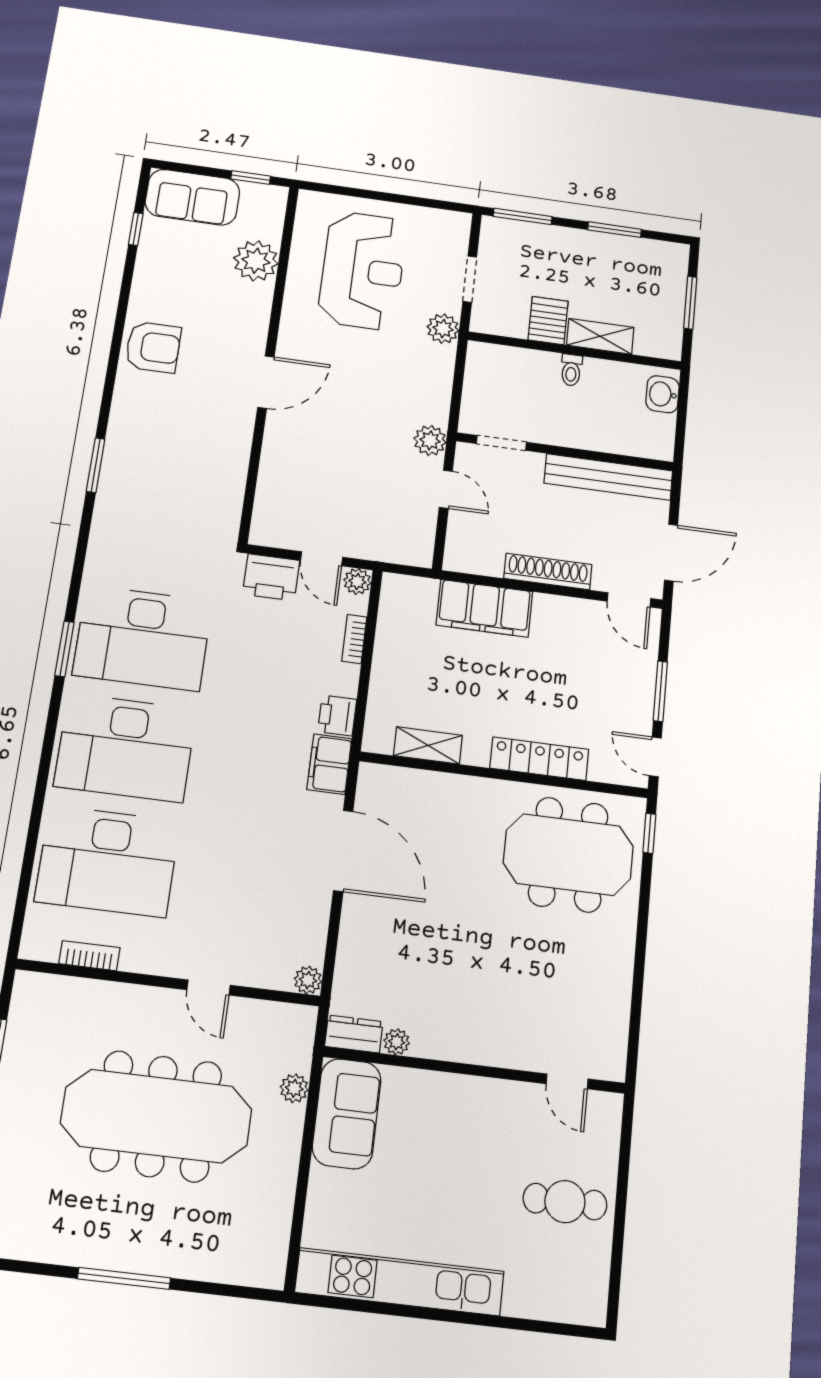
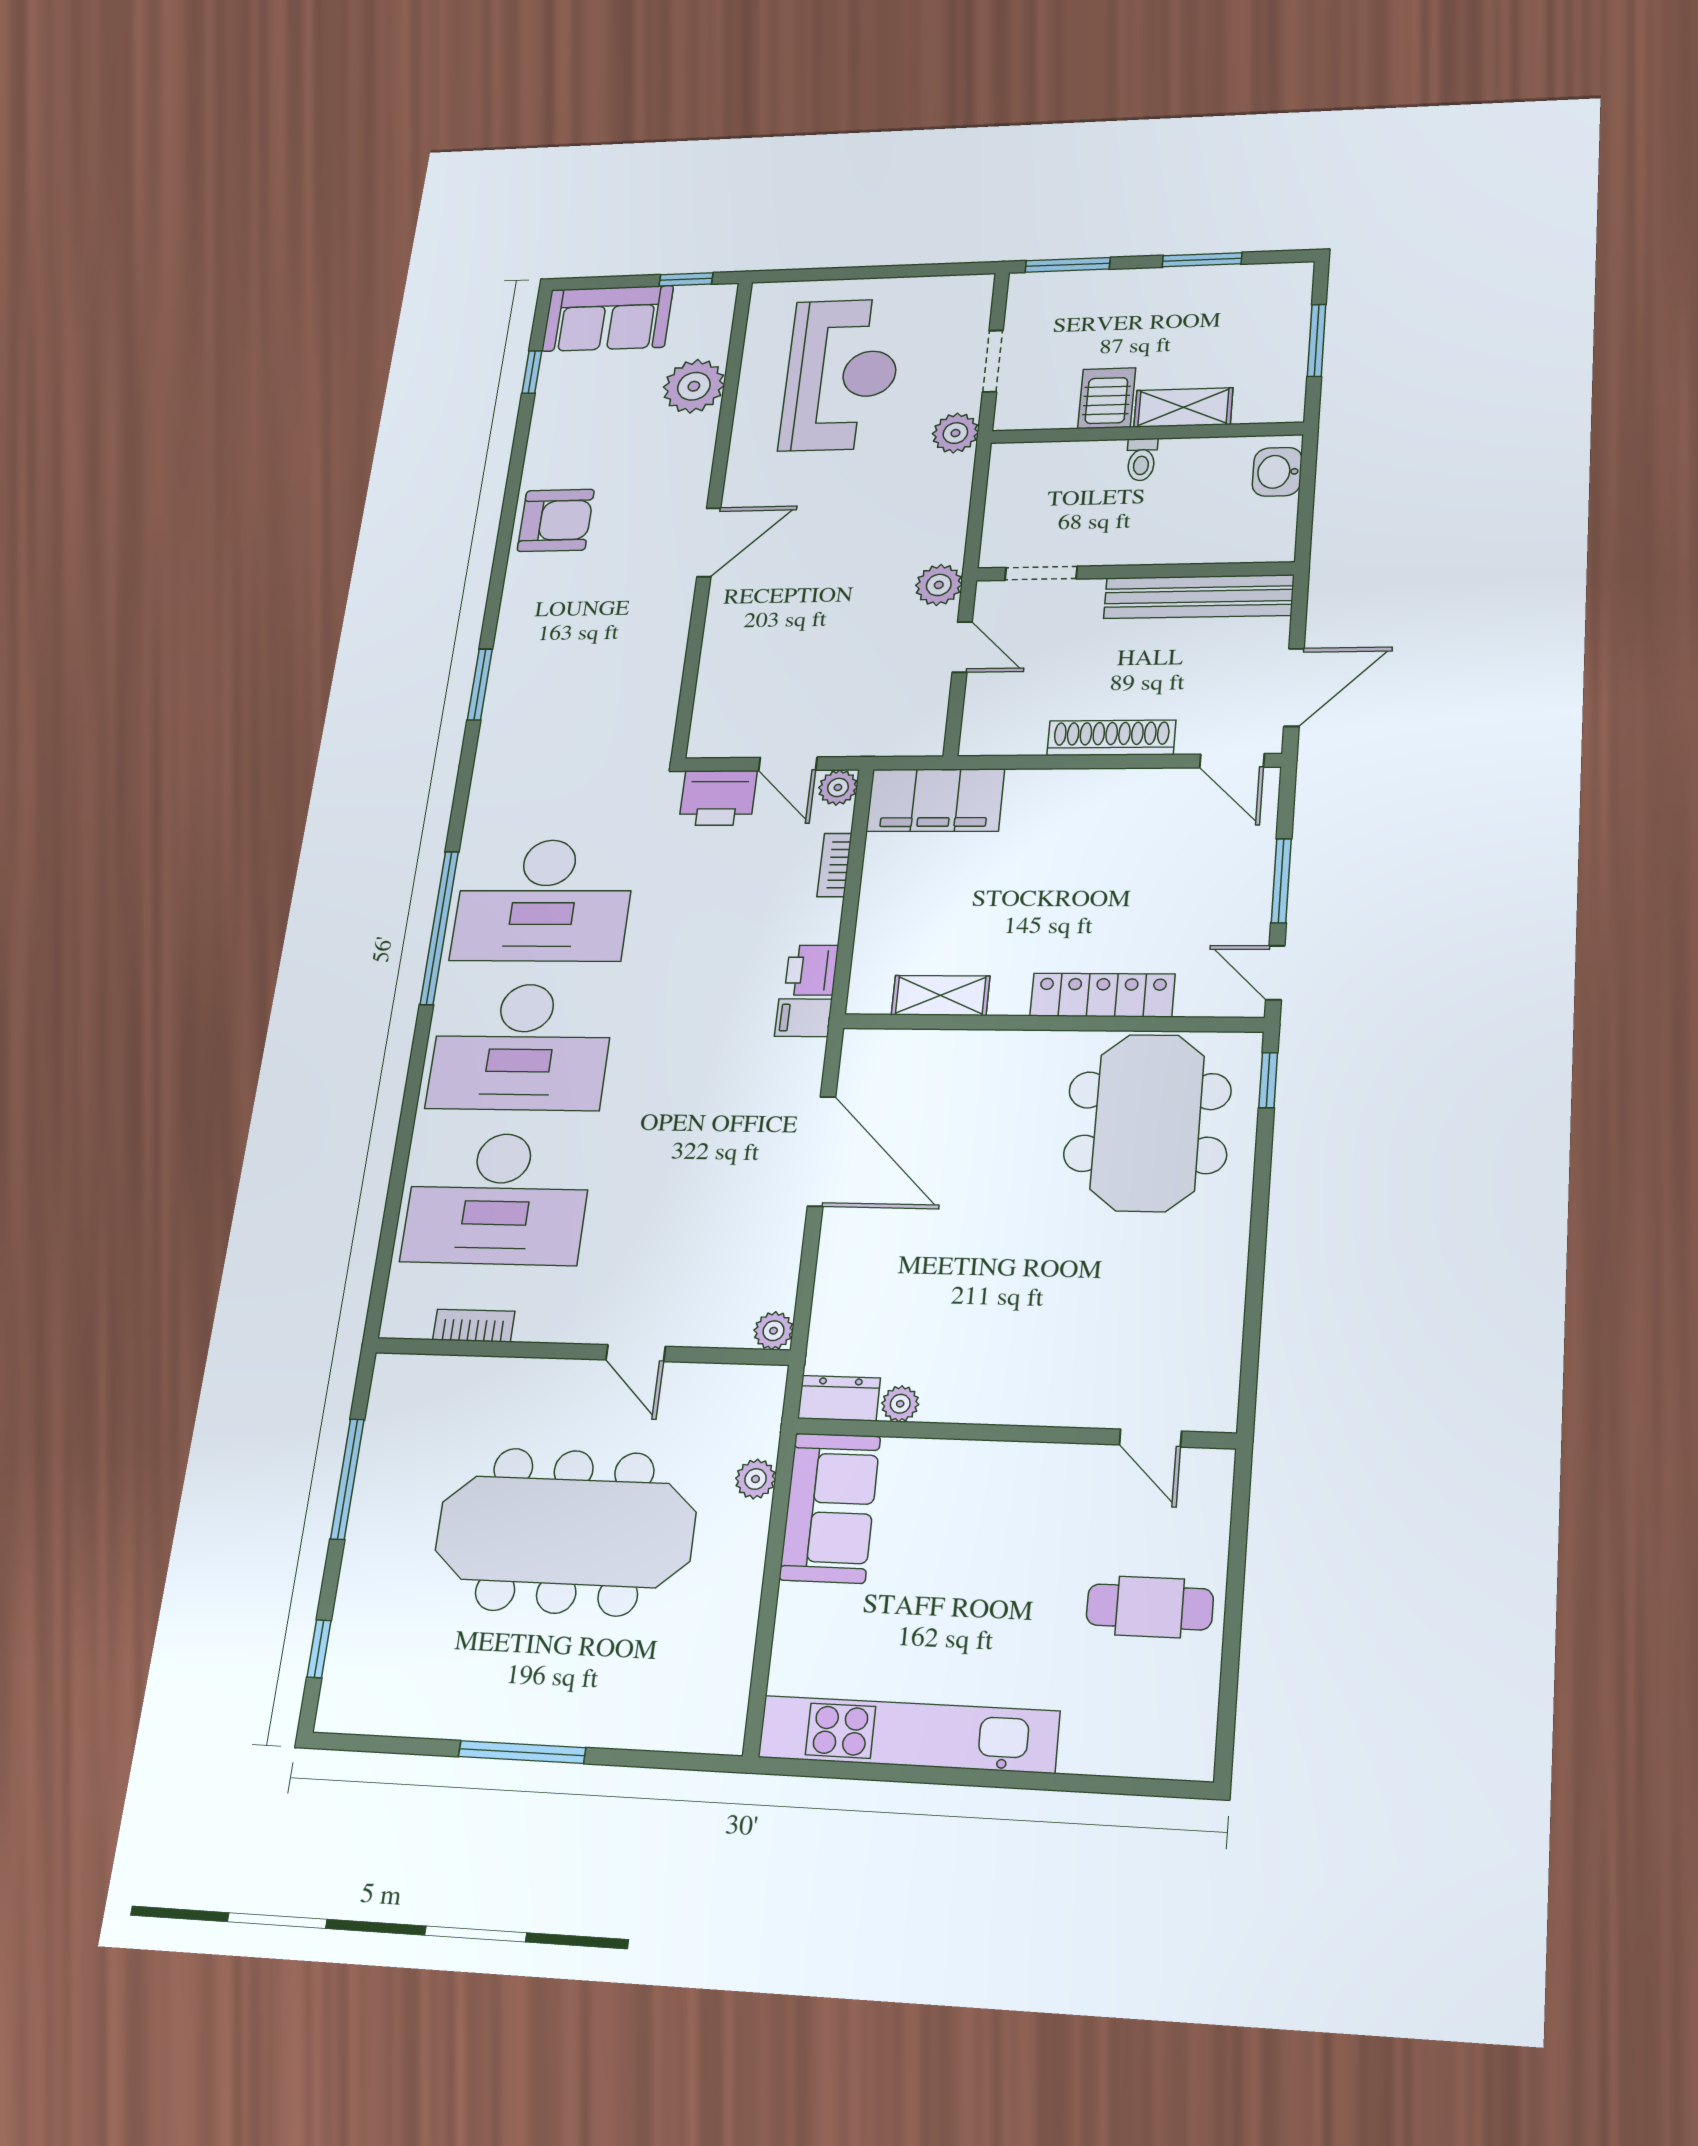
filing cabinet: (484, 608) -> (935, 800), moved
window: (64, 649) -> (439, 928), width x2.11
filing cabinet: (329, 764) -> (803, 1018), width x0.50
meeting table: (568, 855) -> (1147, 1122), turned 90

